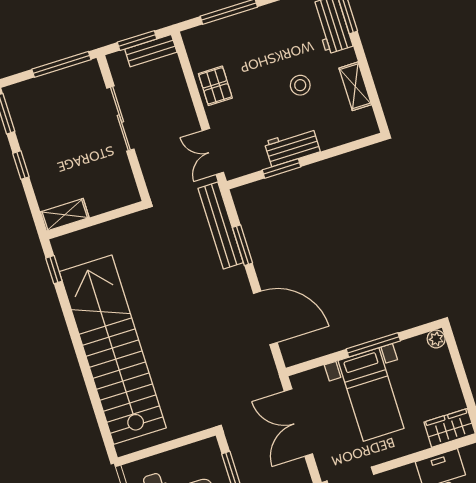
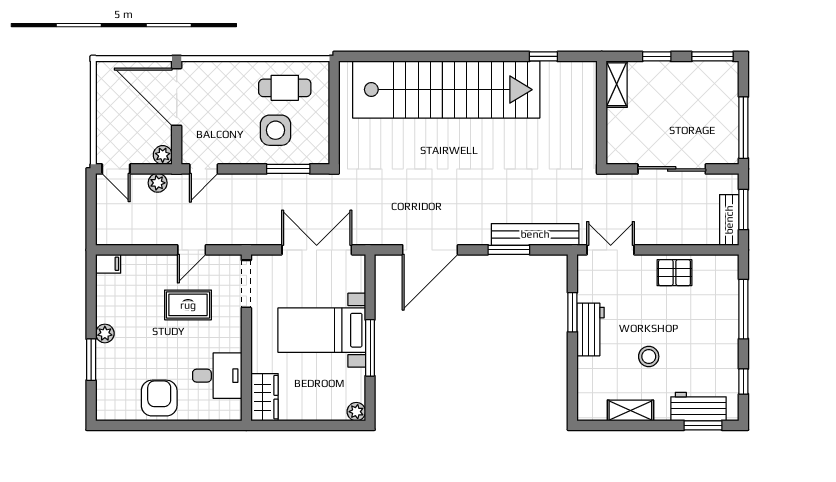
shelving: (65, 215) -> (617, 84), moved
wall: (95, 220) -> (602, 113), moved

